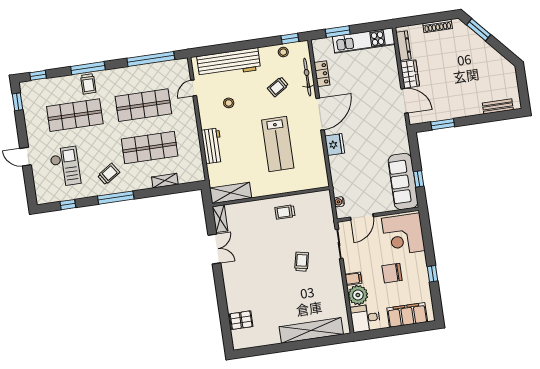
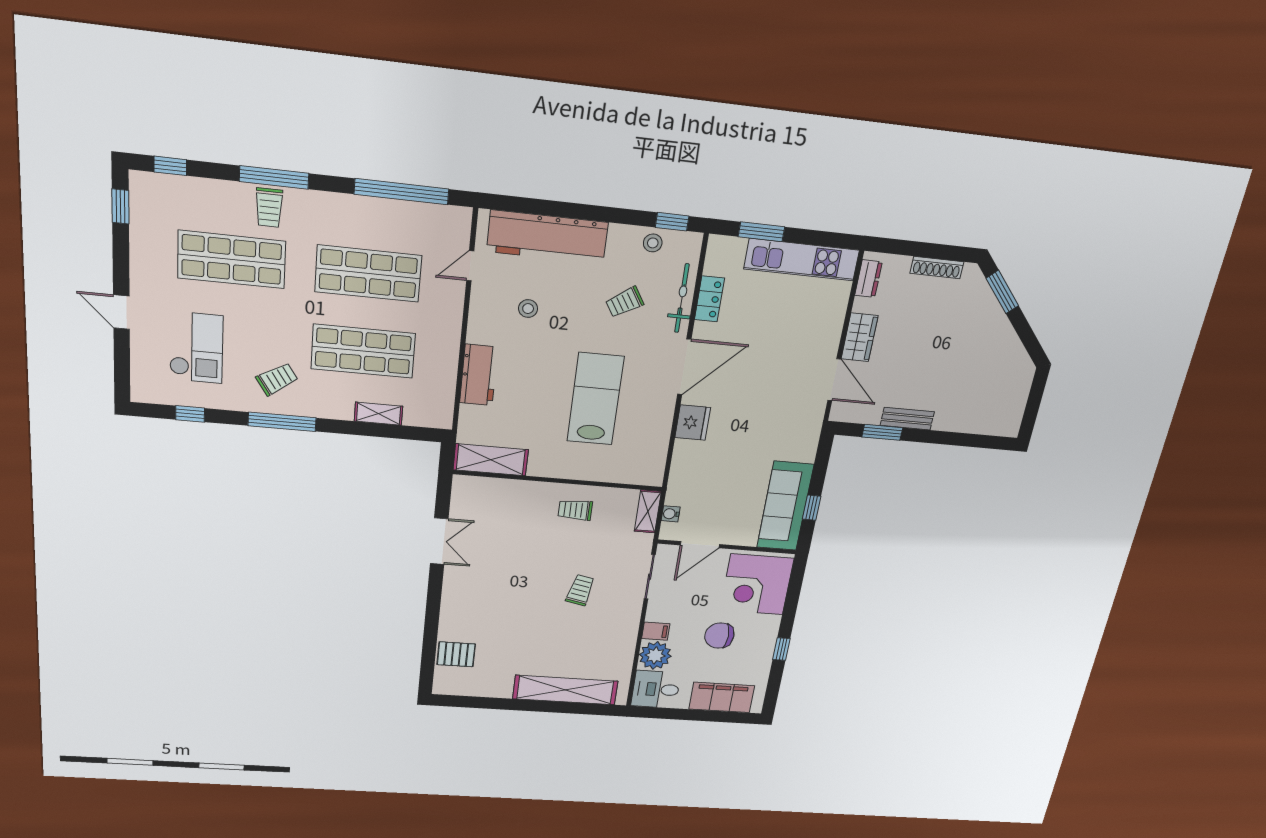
dresser: (404, 46) -> (868, 279), width x0.70
bench: (498, 106) -> (907, 419), moved
lab bench: (278, 144) -> (595, 399), turned 180
shelving: (220, 219) -> (648, 511), moved

